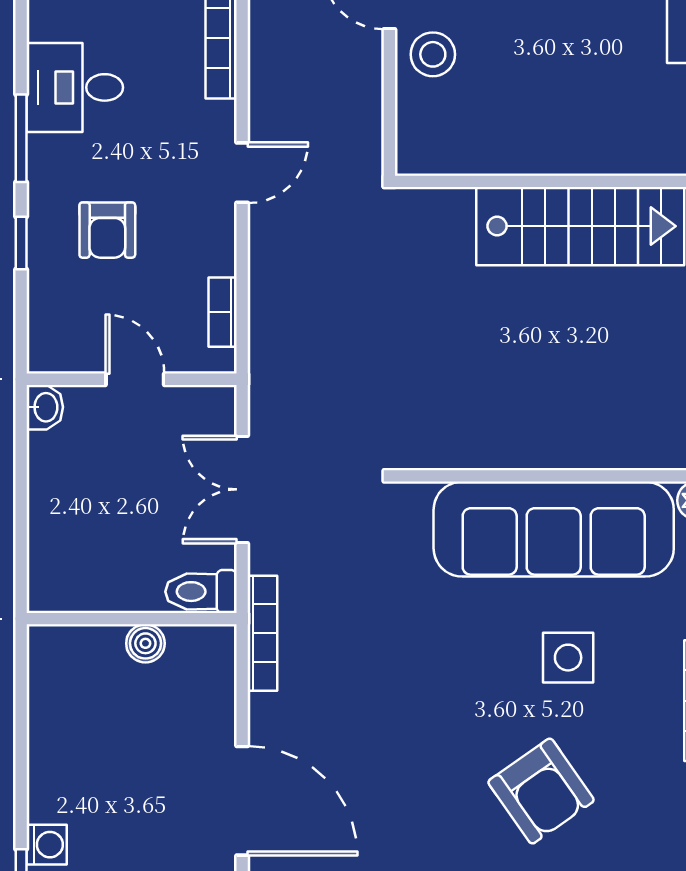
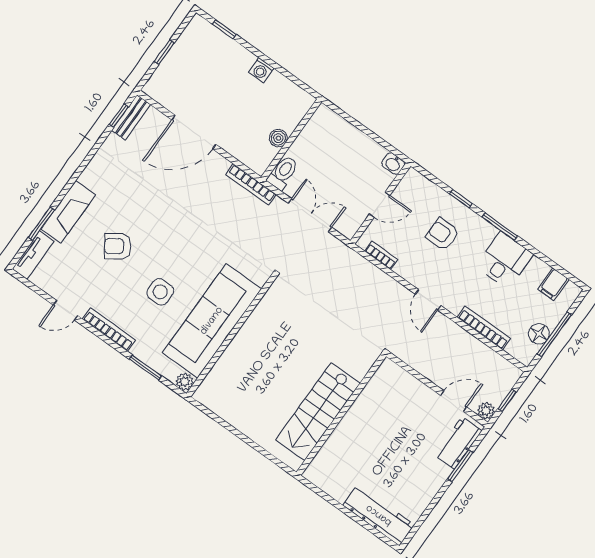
stool: (433, 54) -> (421, 403), removed
armchair: (541, 791) -> (118, 246), width x0.72, depth x0.72
washing machine: (47, 845) -> (261, 70), moved

